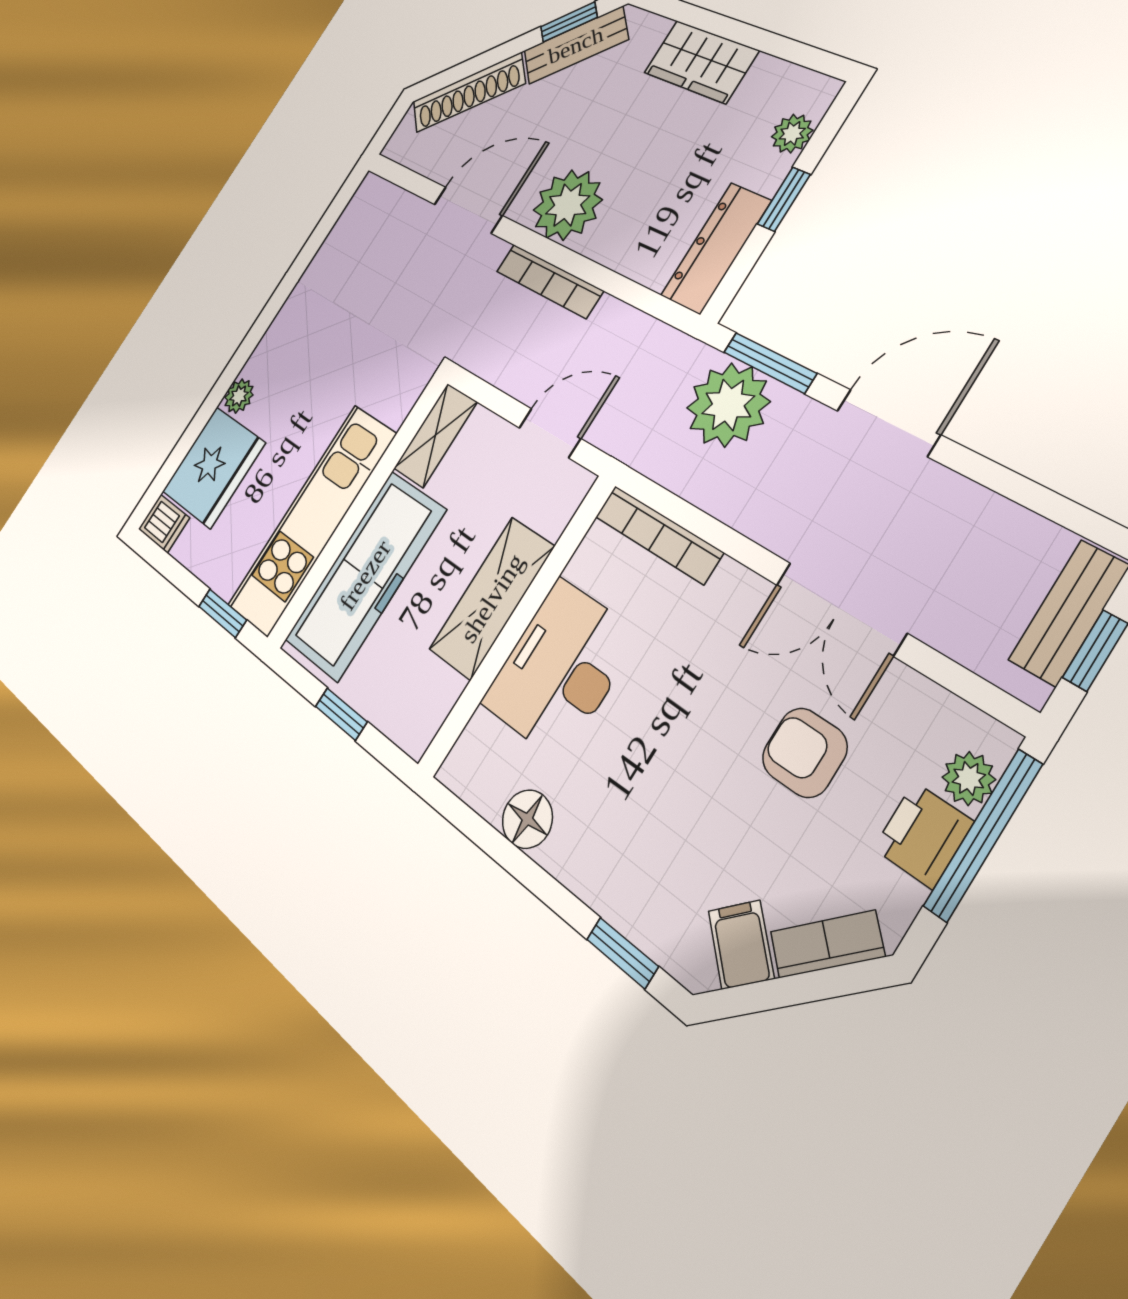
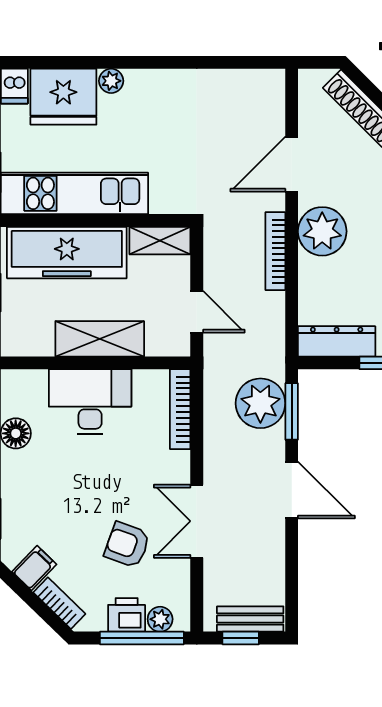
door: (468, 210) -> (292, 164), swing flipped
armchair: (805, 753) -> (127, 545), turned -70

